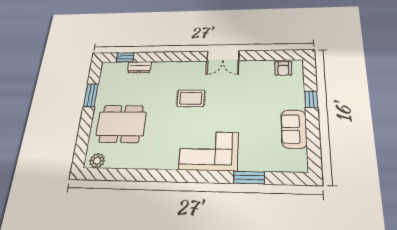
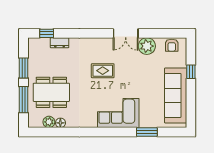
plant: (250, 70) -> (147, 46), added
sofa: (294, 129) -> (176, 95), width x1.85, depth x1.27
window: (84, 132) -> (24, 100), added
plant: (97, 161) -> (49, 122), moved
floor lamp: (128, 162) -> (60, 123), added

